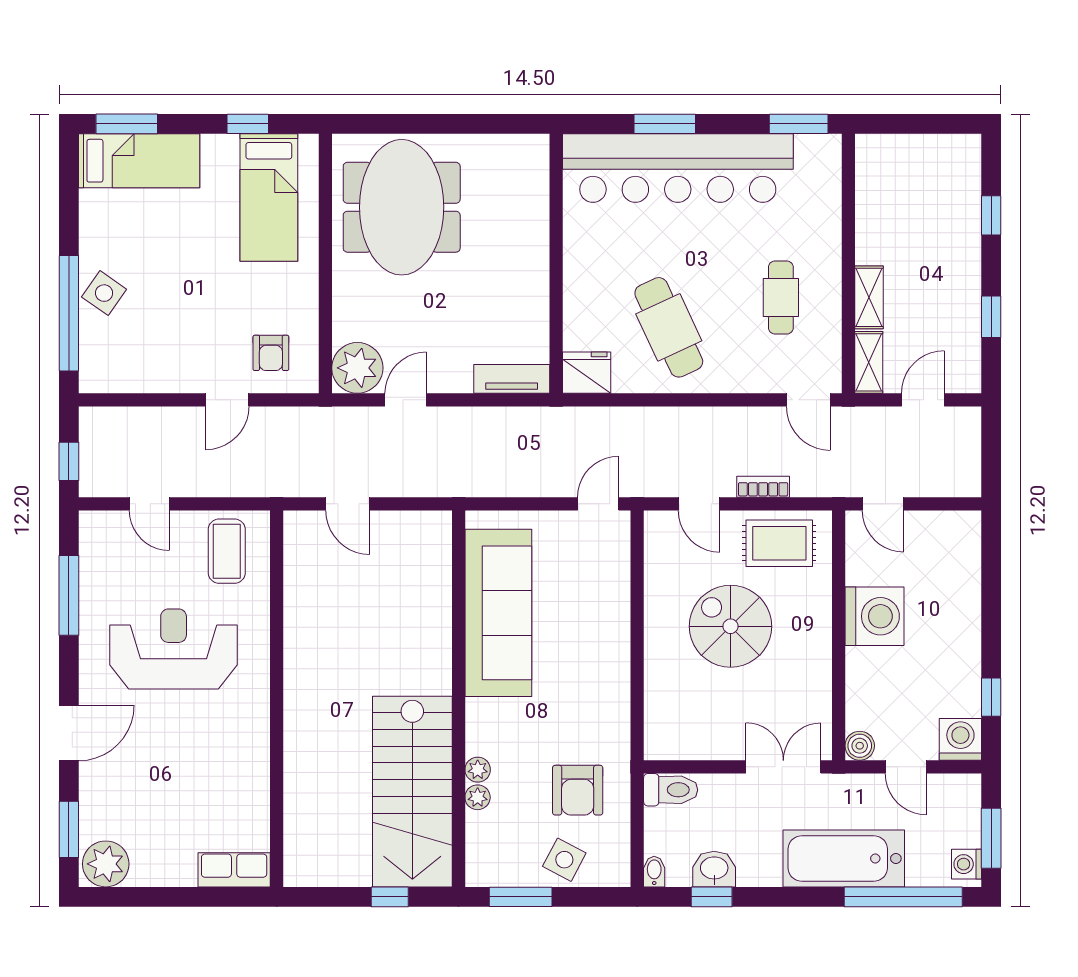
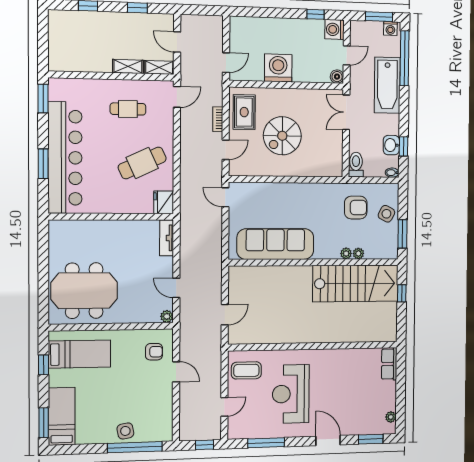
side table: (104, 293) -> (125, 431), turned 45
plant: (357, 368) -> (167, 316), width x0.53, depth x0.53
plant: (106, 864) -> (391, 417), width x0.53, depth x0.53

